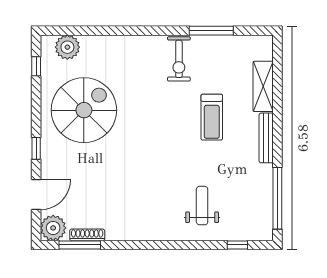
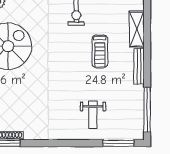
weight bench: (202, 206) -> (93, 115), turned 180
window: (237, 245) -> (118, 143), width x2.17

